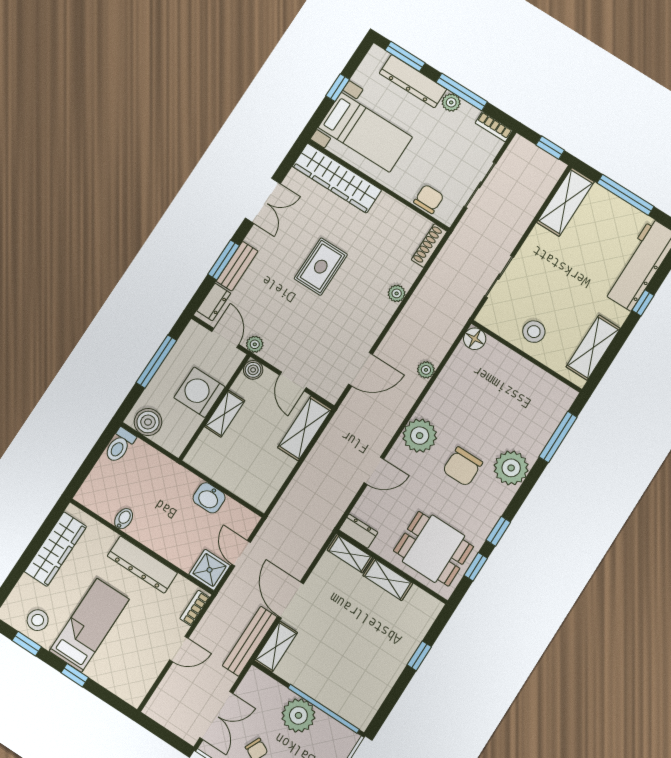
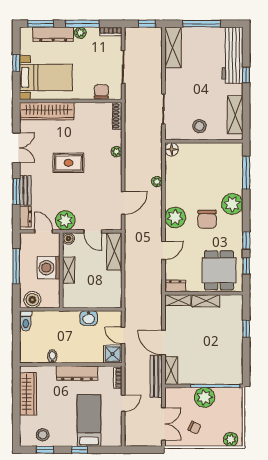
rug: (321, 267) -> (68, 163), turned 90
plant: (255, 344) -> (65, 220), width x1.88, depth x1.88
dining table: (434, 549) -> (219, 270), turned 90
bed: (89, 625) -> (89, 421), moved

